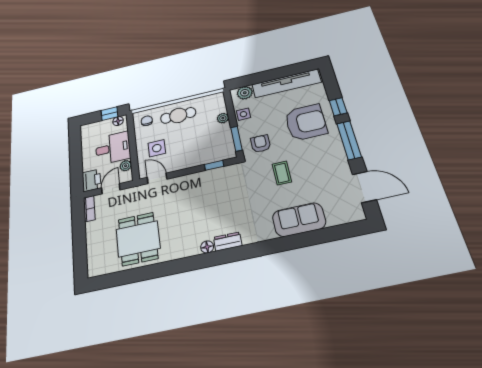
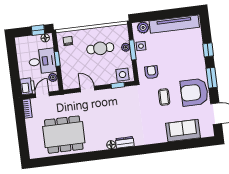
cafe table: (178, 115) -> (100, 48), moved
armchair: (306, 122) -> (194, 92), moved, turned 180
window: (236, 139) -> (133, 50), moved
window: (349, 140) -> (212, 78), width x0.69
window: (132, 143) -> (57, 59), added
side table: (157, 148) -> (123, 75), moved
door: (157, 178) -> (87, 89), moved
sofa: (299, 220) -> (183, 131), moved
dining table: (138, 239) -> (64, 135), width x1.38

